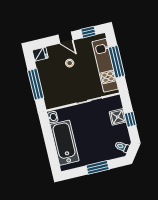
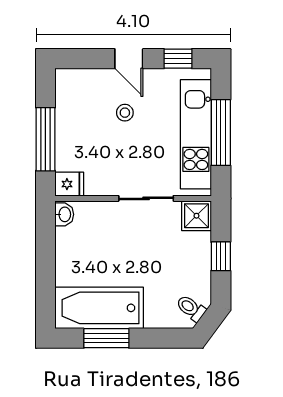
fridge: (40, 54) -> (69, 184), moved
shower: (118, 117) -> (196, 216), moved
bathtub: (64, 143) -> (99, 308), moved, turned -90
window: (98, 167) -> (106, 338), moved

